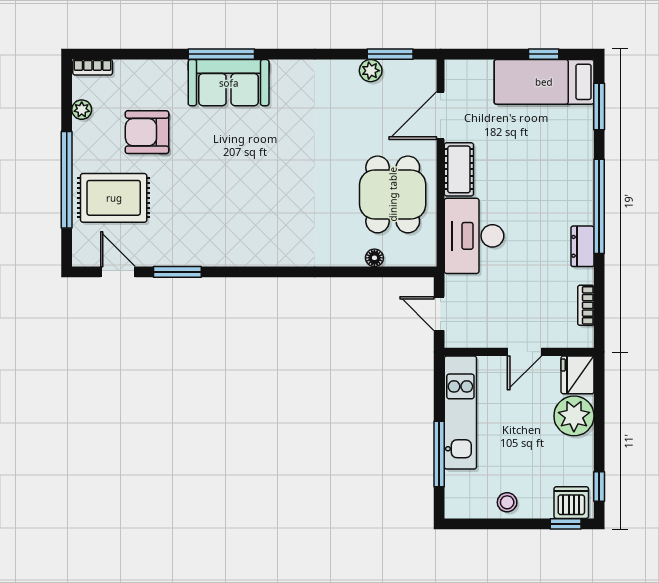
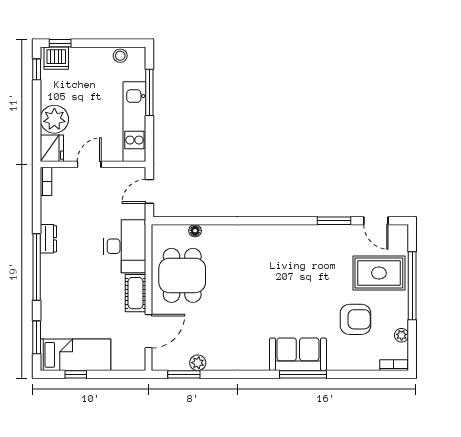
bookcase: (586, 305) -> (46, 181), moved
door: (439, 314) -> (149, 191), swing flipped
stool: (507, 502) -> (120, 56), moved

